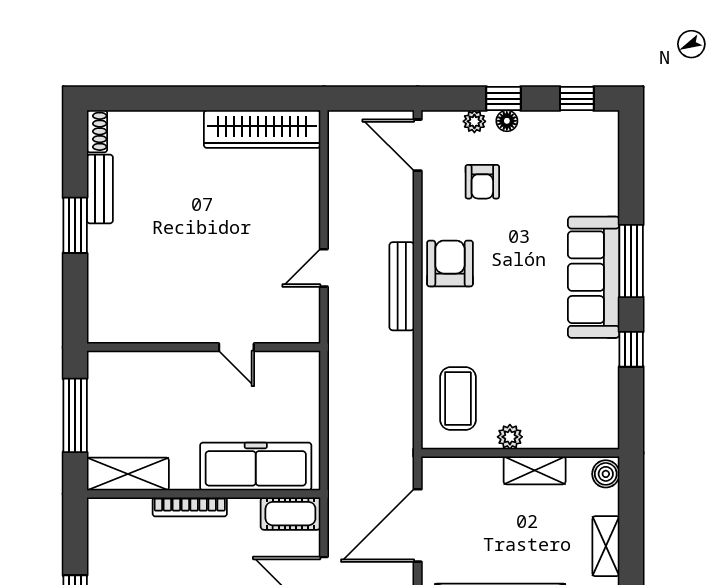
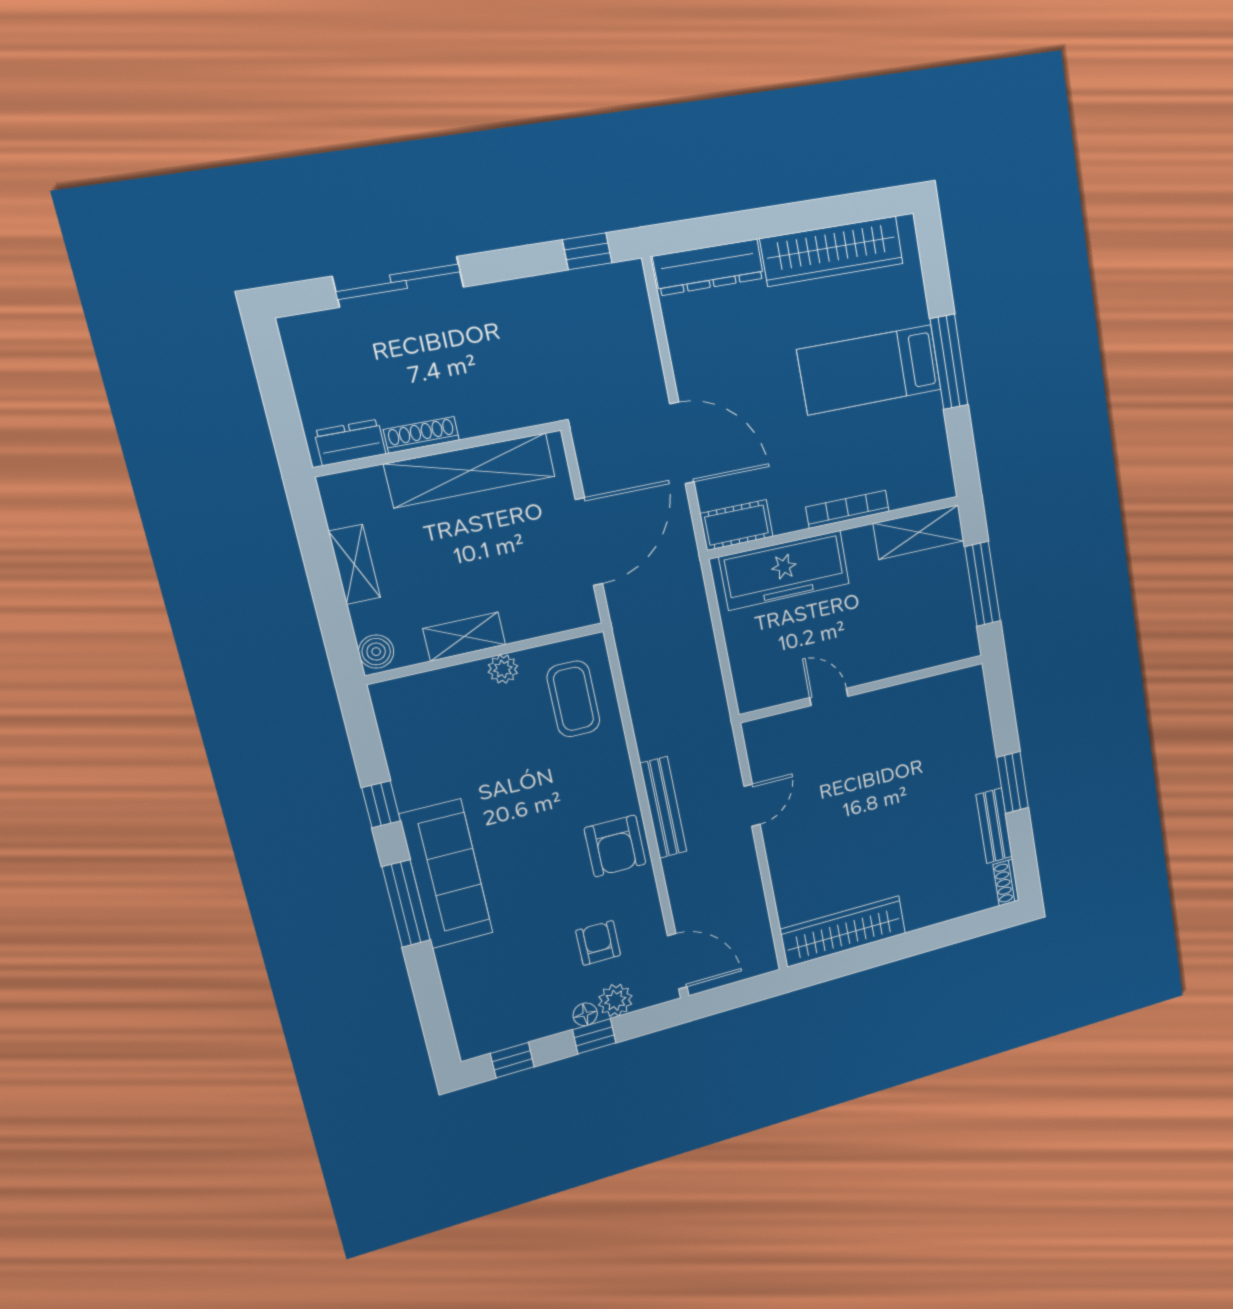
plant: (474, 121) -> (615, 1000), width x1.38, depth x1.38

